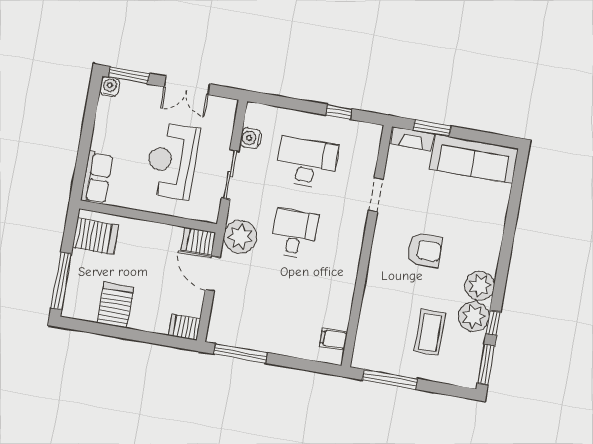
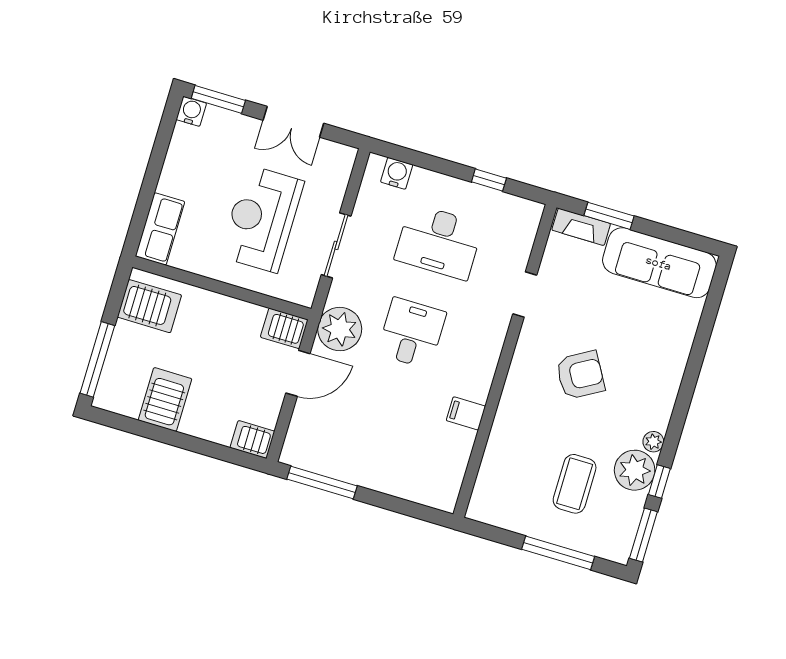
water cooler: (251, 138) -> (397, 173), moved, turned 90
desk: (307, 163) -> (439, 242), turned 180
armchair: (425, 250) -> (580, 375), turned -30
door: (213, 274) -> (298, 373), swing flipped
plant: (480, 286) -> (653, 442), width x0.53, depth x0.53
filing cabinet: (333, 339) -> (466, 413), moved
window: (390, 379) -> (558, 553), moved

